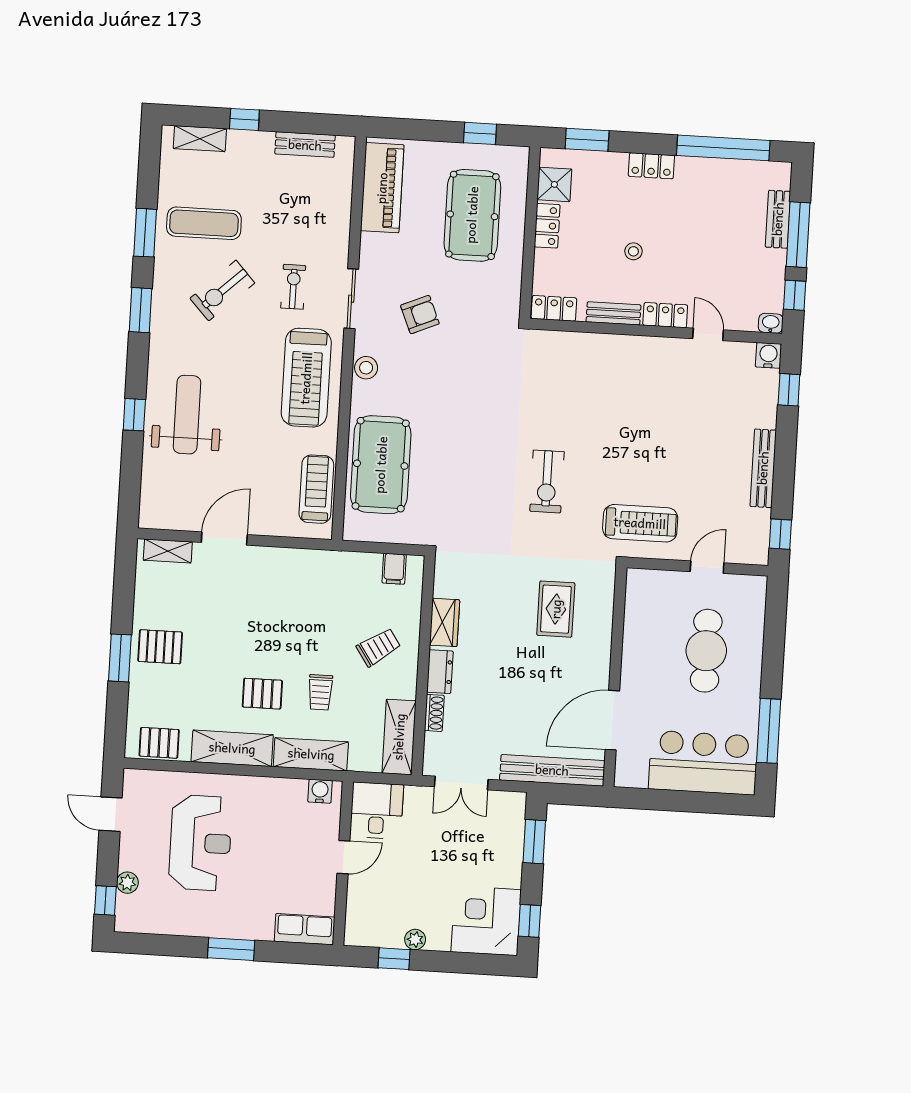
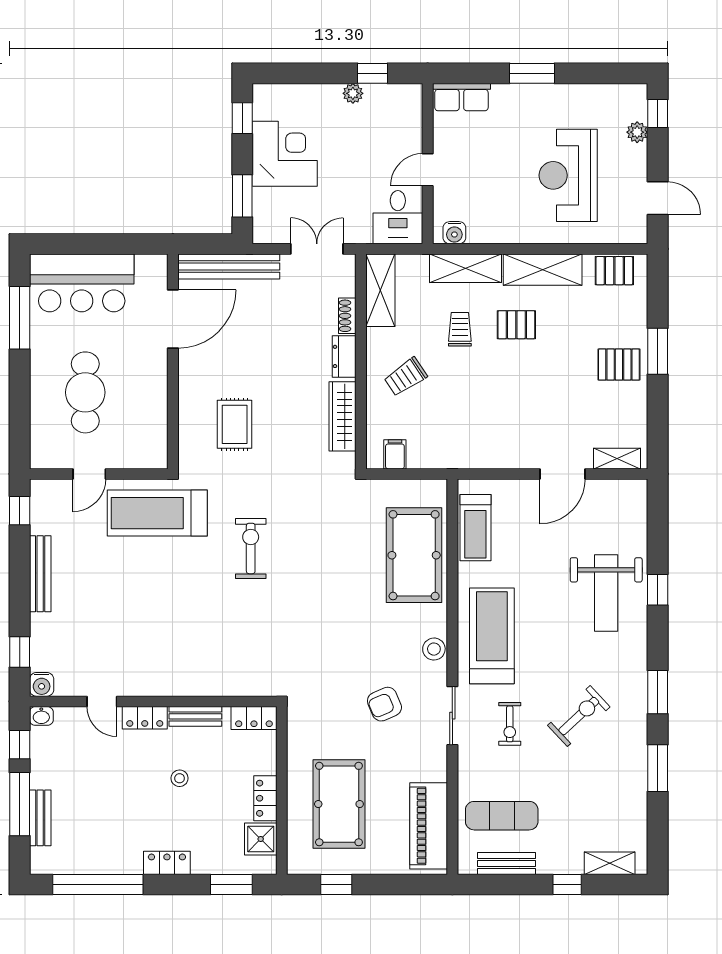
exercise mat: (204, 223) -> (502, 816), moved
treadmill: (640, 523) -> (157, 513), width x1.37, depth x1.38
wardrobe: (445, 622) -> (343, 416), width x1.50
corner desk: (486, 921) -> (285, 154), moved, turned -90

